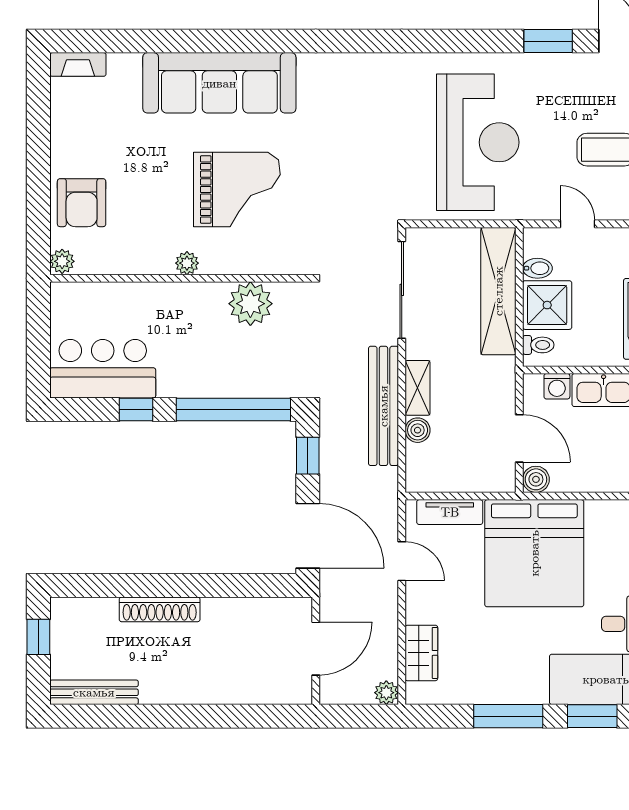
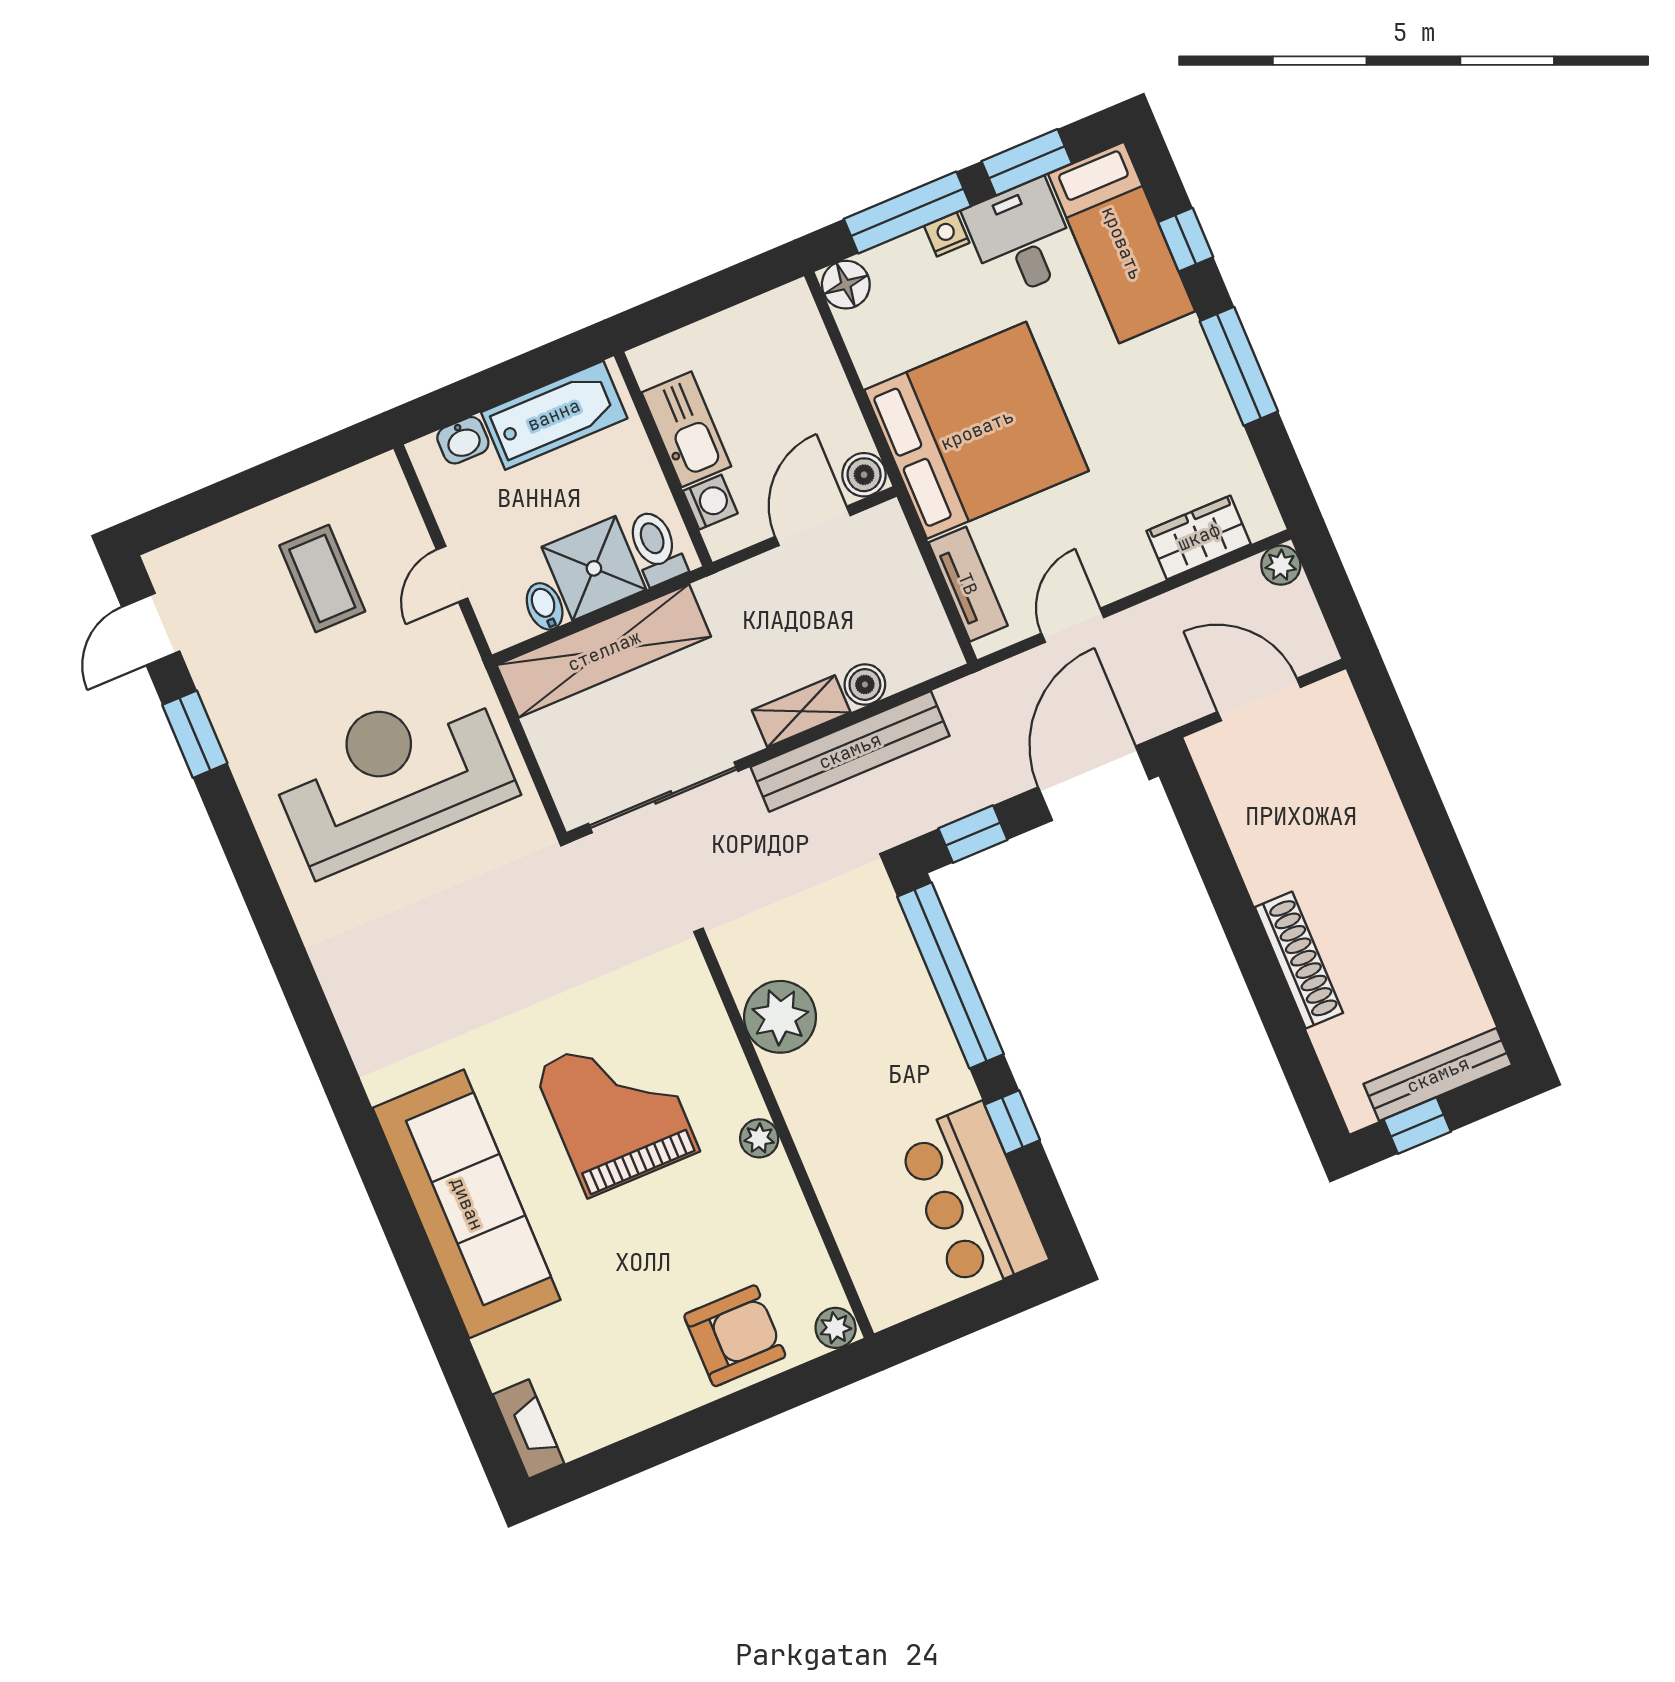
toilet: (538, 345) -> (656, 547), width x1.37, depth x1.39
bench: (94, 692) -> (1438, 1075), moved, turned 90
window: (592, 716) -> (1186, 240), width x0.67

